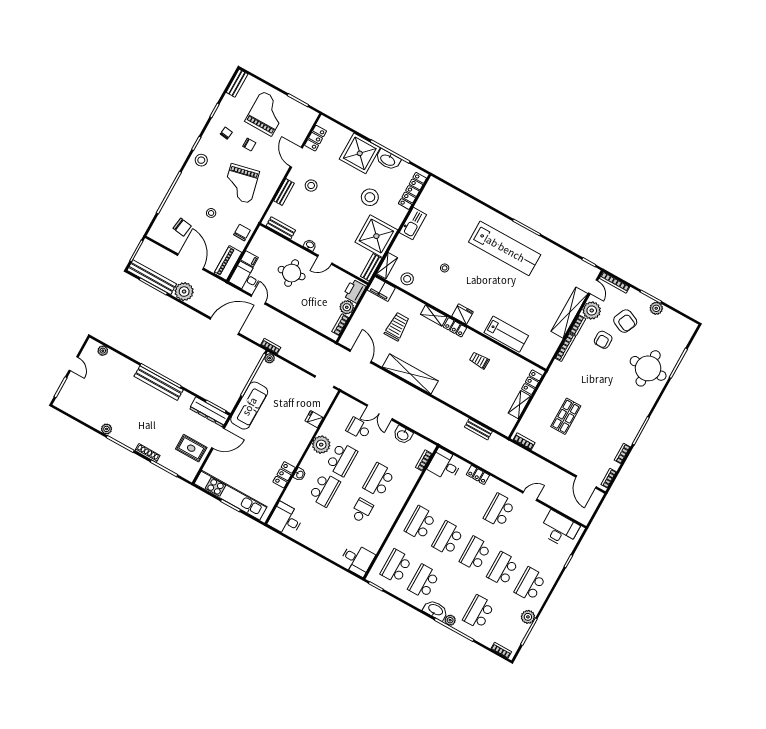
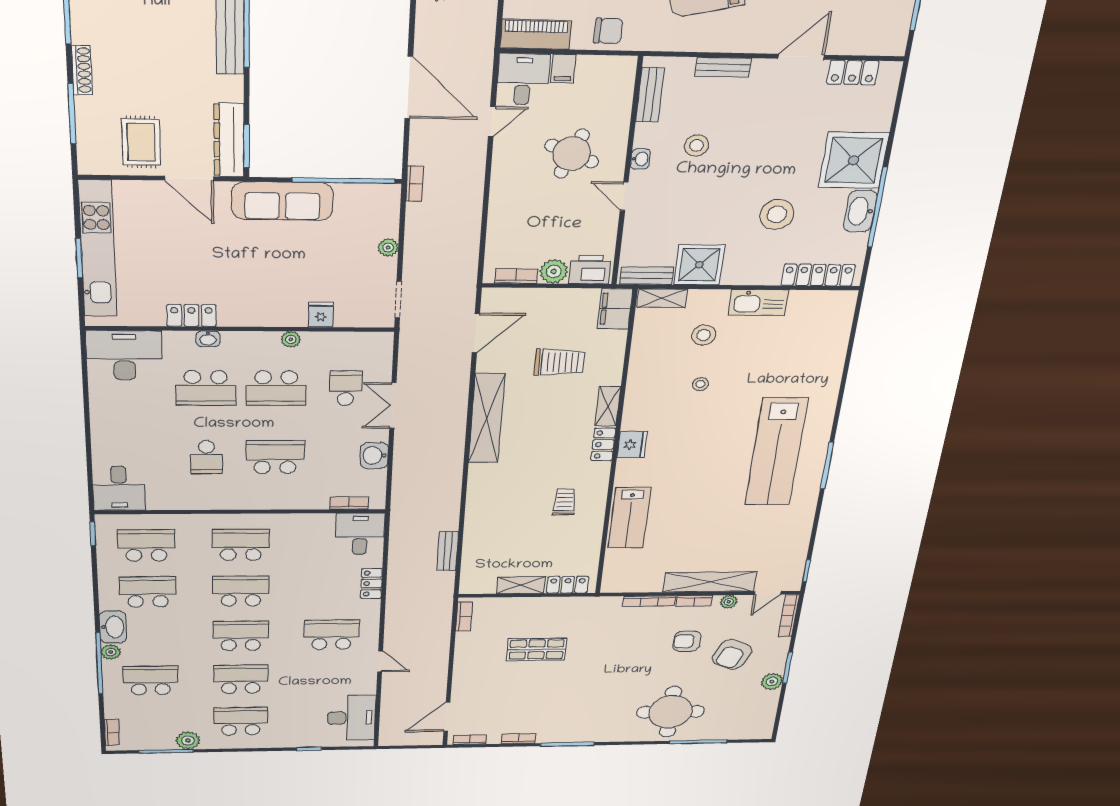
stool: (311, 186) -> (697, 145), moved
shower: (376, 236) -> (699, 265), width x0.73, depth x0.73
round table: (292, 273) -> (572, 154), turned 33
stool: (407, 279) -> (704, 335), moved
plant: (592, 310) -> (729, 602), width x0.53, depth x0.53
plant: (270, 358) -> (388, 247), moved
plant: (321, 445) -> (291, 339), width x0.53, depth x0.53
school desk: (362, 511) -> (207, 457), turned 90
desk: (286, 519) -> (124, 355), width x1.37

